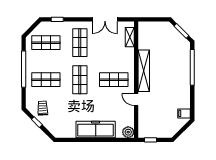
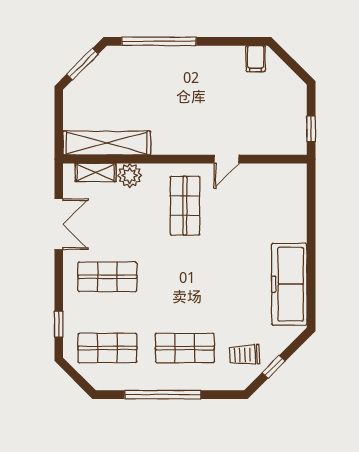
shop shelf: (46, 43) -> (107, 348), turned 90
shelving: (144, 71) -> (107, 143), moved
shop shelf: (46, 80) -> (185, 348), turned 90
shop shelf: (80, 80) -> (185, 277), removed
freezer: (96, 130) -> (289, 284), moved
plant: (128, 132) -> (130, 175), moved

